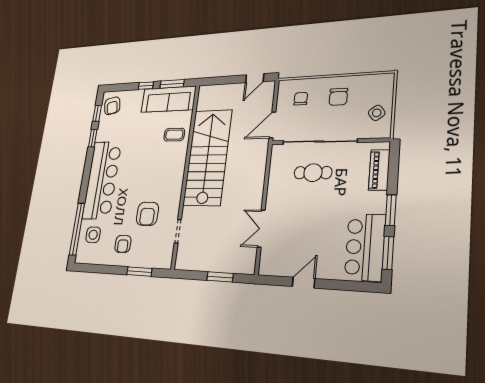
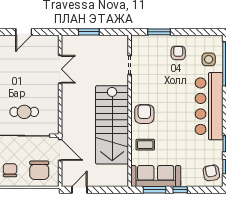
chair: (301, 99) -> (39, 170), width x1.87, depth x1.87
door: (272, 125) -> (60, 150), hinge flipped
armchair: (147, 214) -> (144, 114), moved

